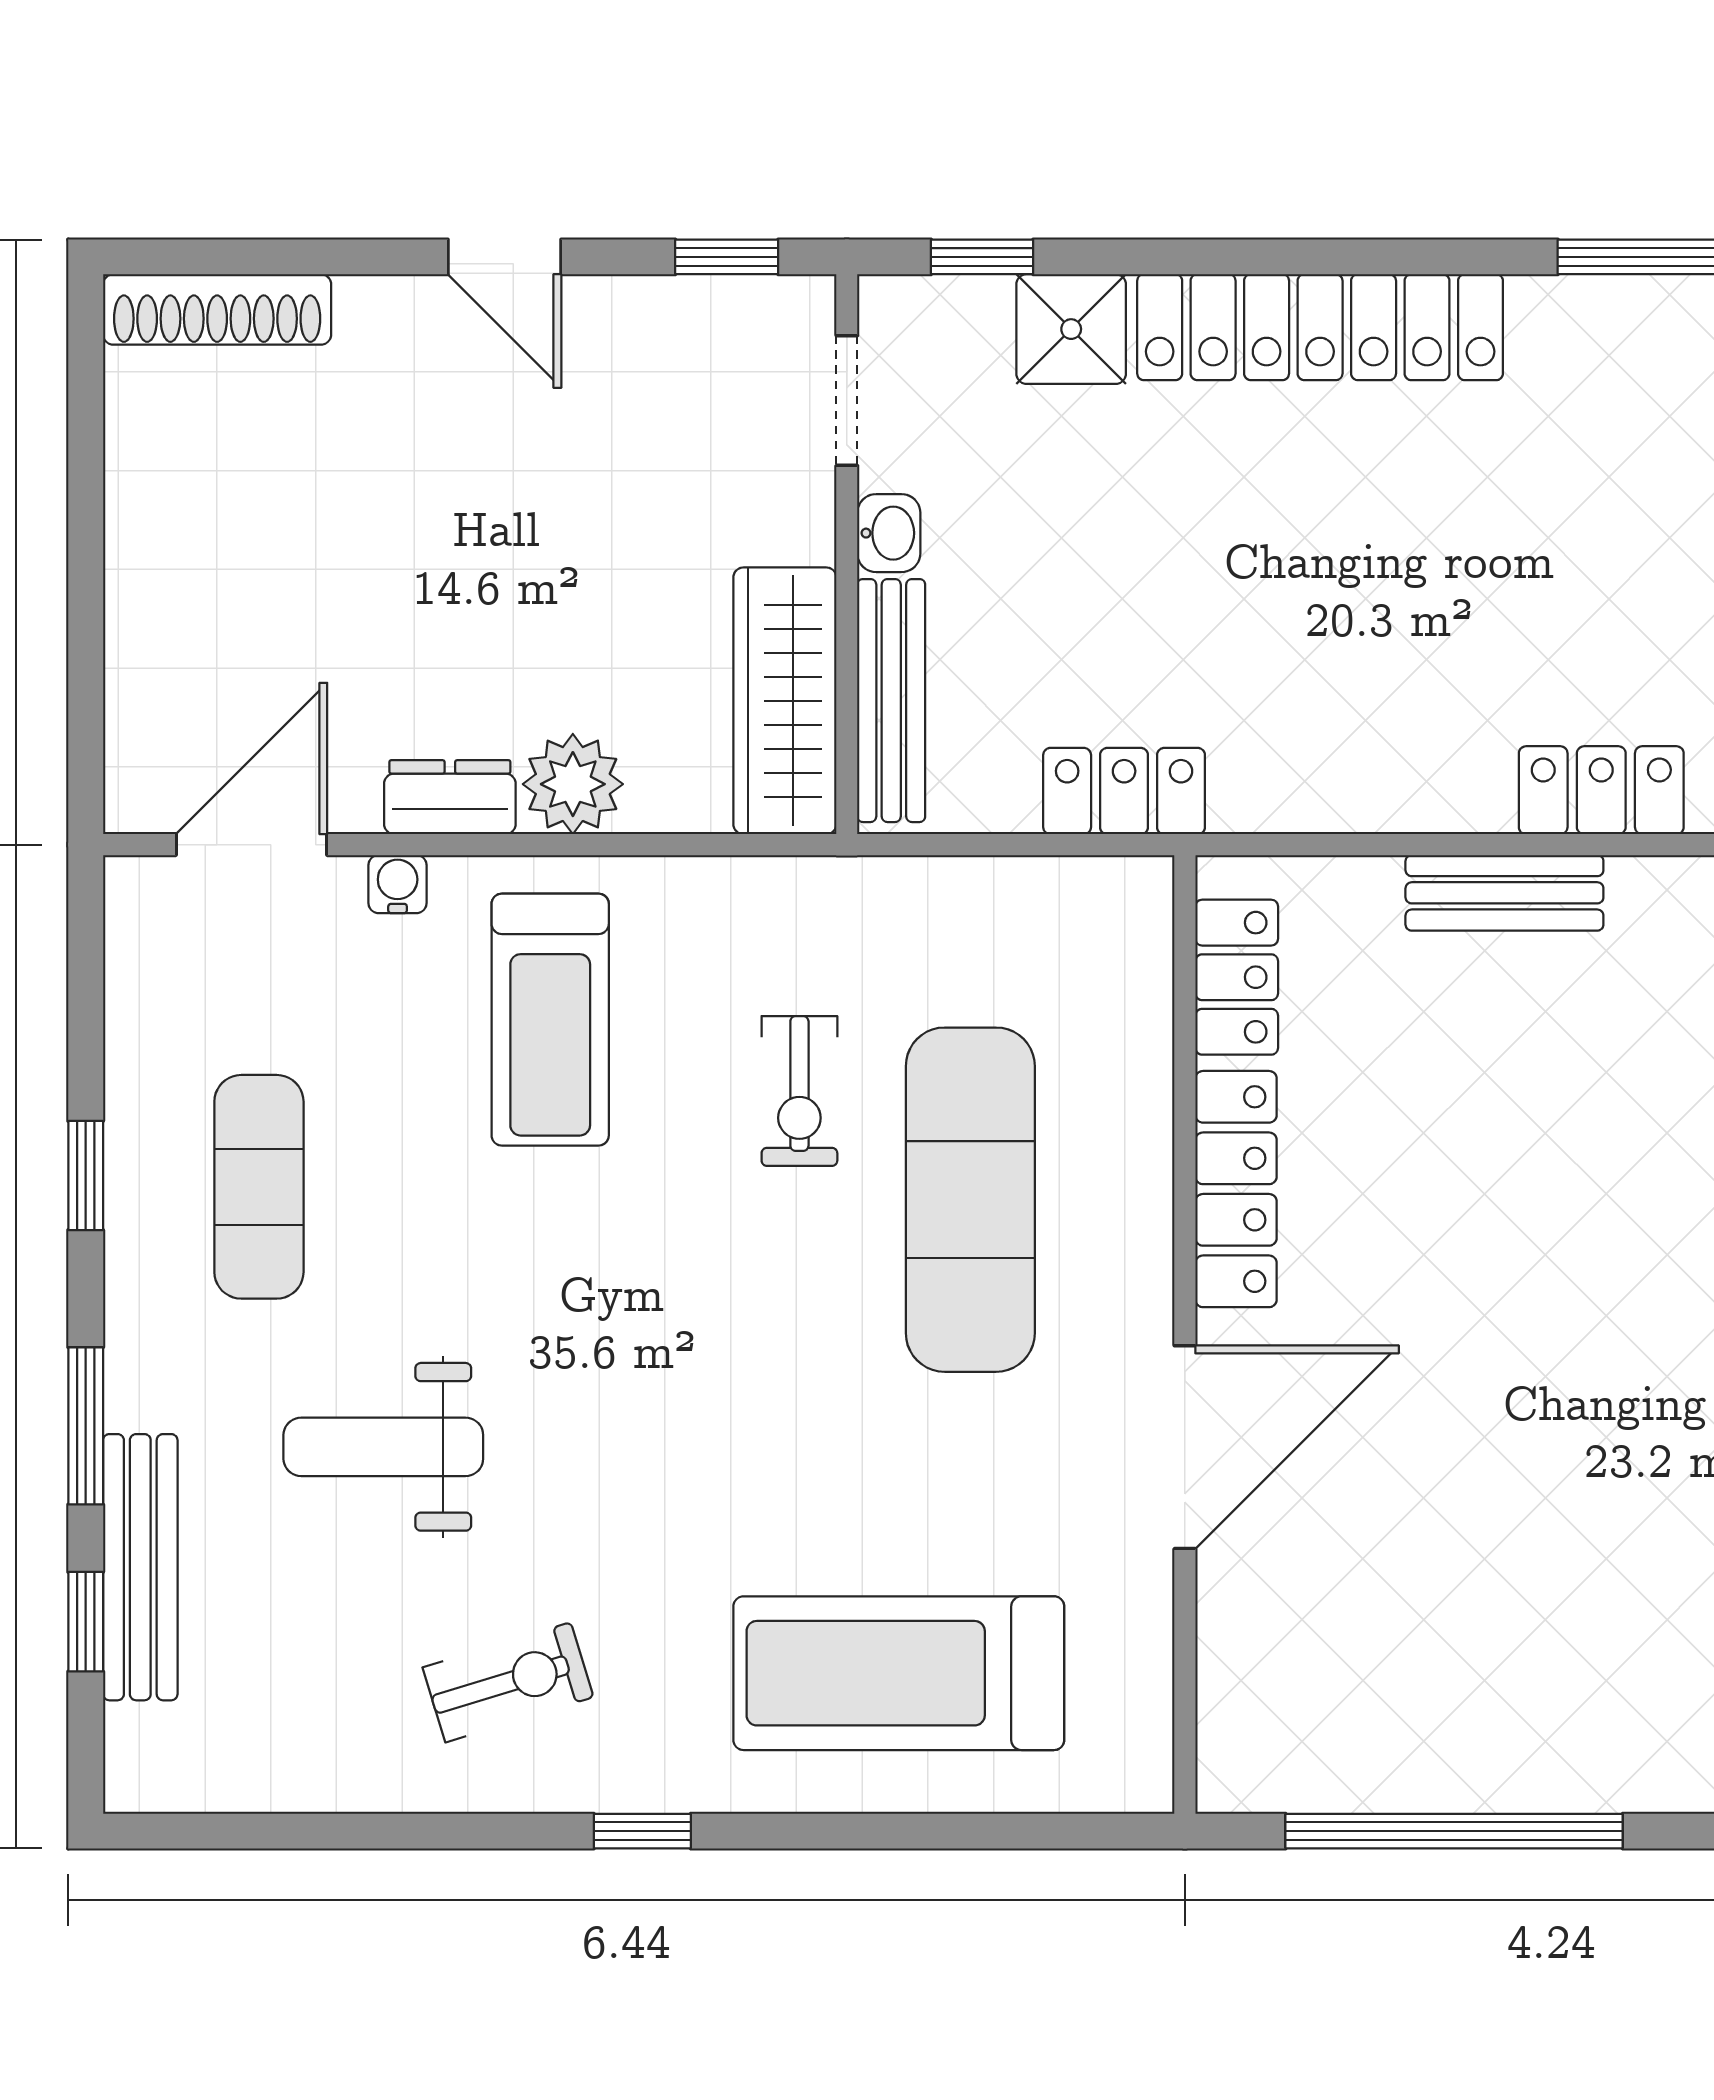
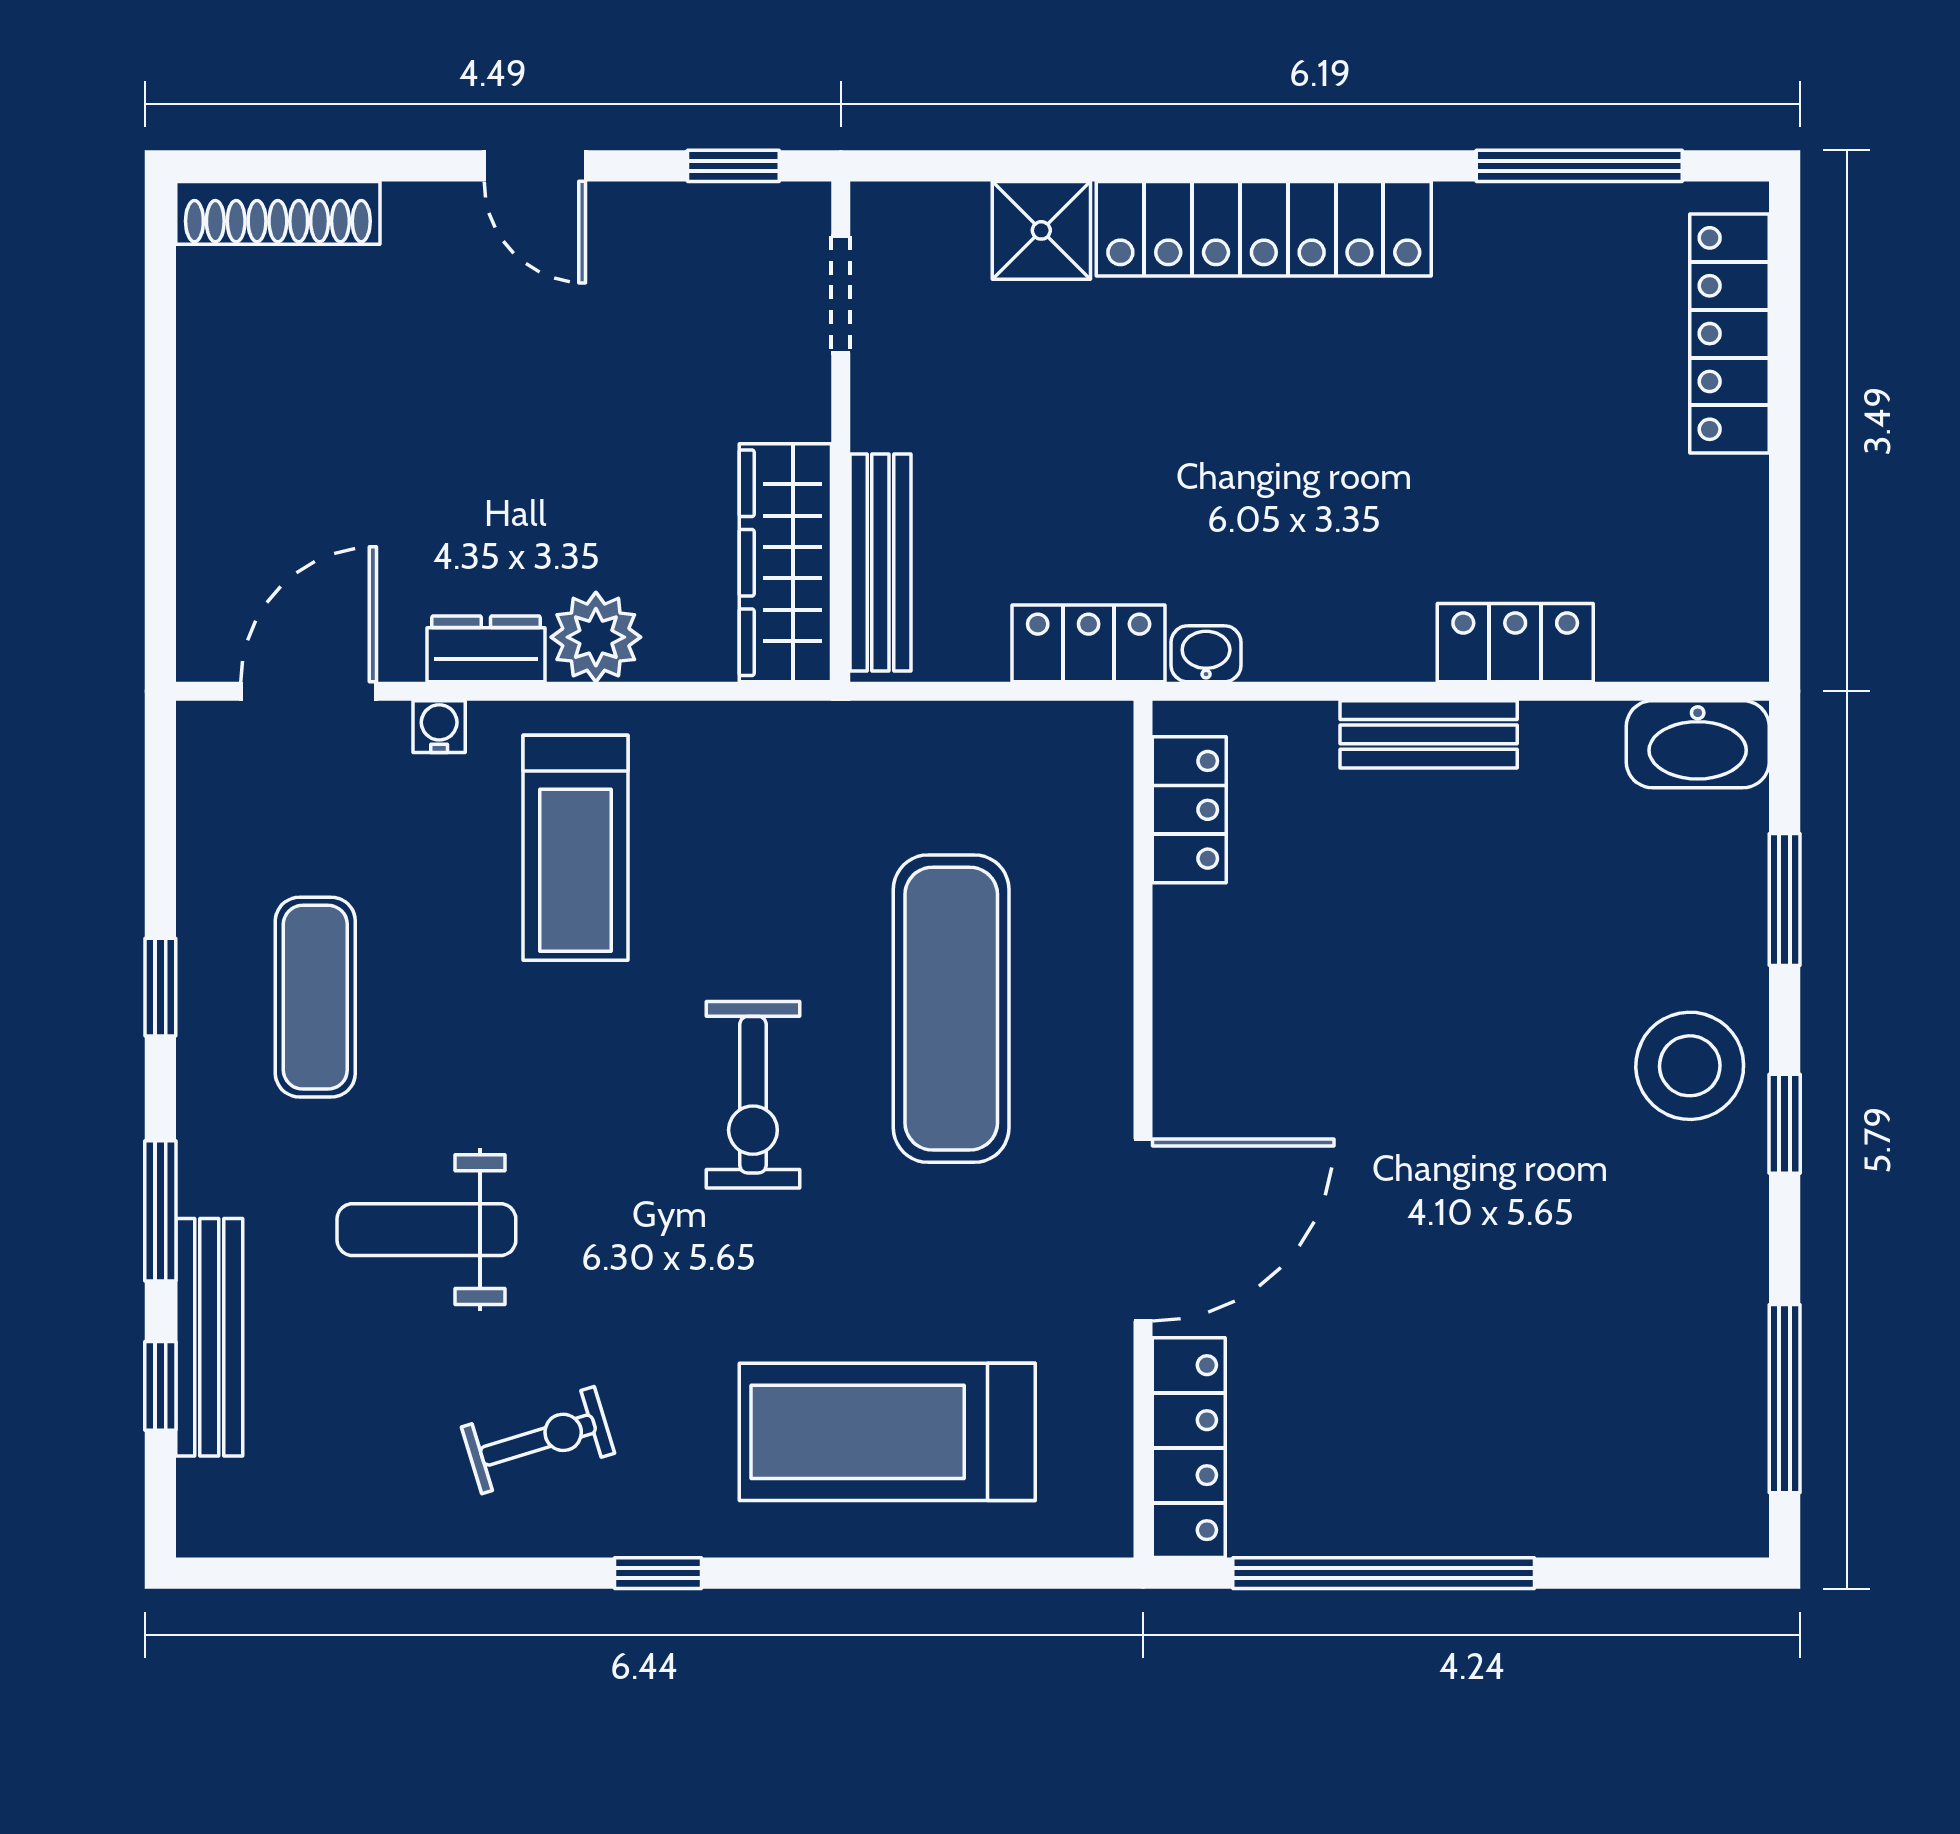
window: (982, 257) -> (962, 166), removed
washbasin: (889, 533) -> (1206, 654), moved, turned -90
exercise bike: (799, 1091) -> (753, 1095), moved, width x1.38, depth x1.39
locker: (1236, 1189) -> (1189, 1448), moved

